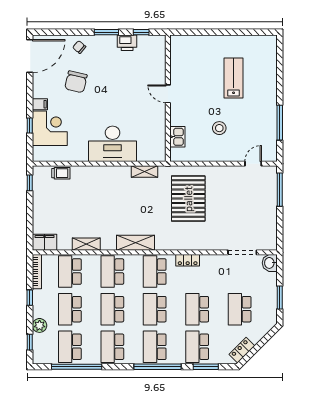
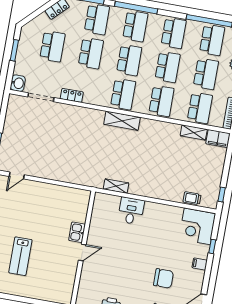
chair: (76, 82) -> (163, 278), turned 77
door: (168, 94) -> (82, 253), hinge flipped
corner desk: (50, 128) -> (197, 226), moved
stool: (219, 128) -> (41, 213), removed
kitchen sink: (177, 137) -> (77, 232), moved
desk: (113, 144) -> (131, 211), width x0.53, depth x0.77
pallet: (188, 199) -> (81, 155), removed
shelving: (135, 243) -> (122, 121), moved
shelving: (86, 244) -> (194, 132), moved
locker: (188, 260) -> (72, 95), moved

